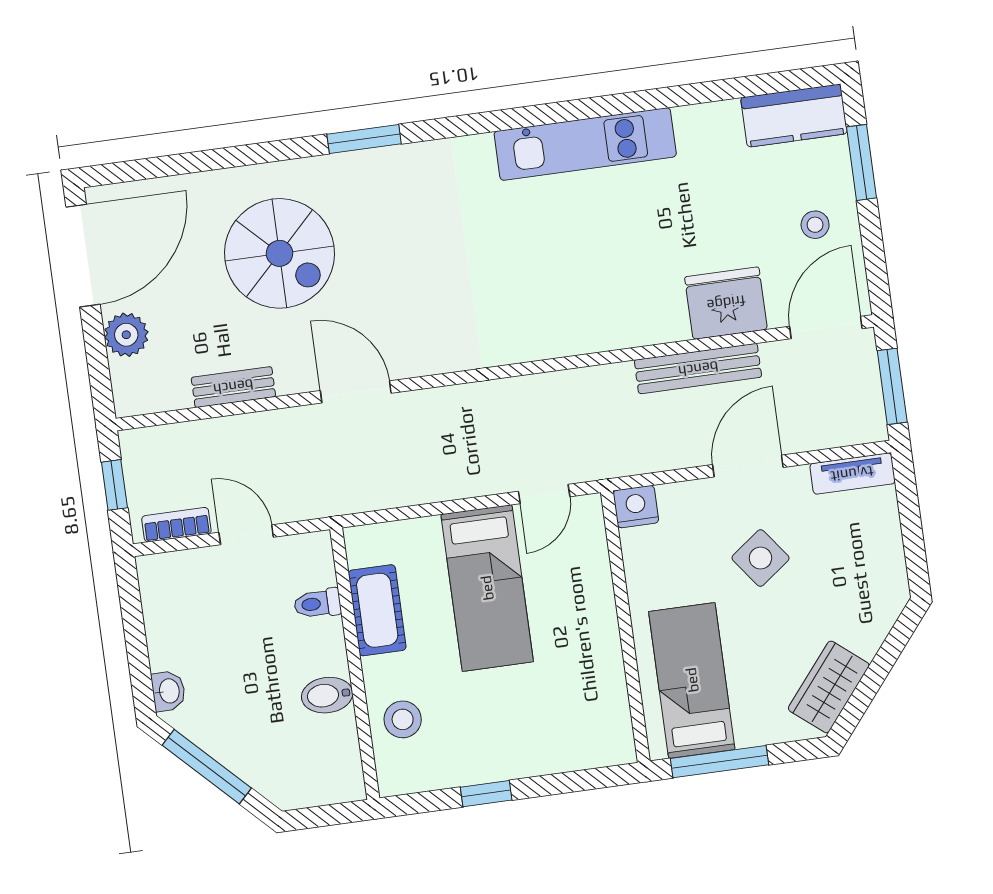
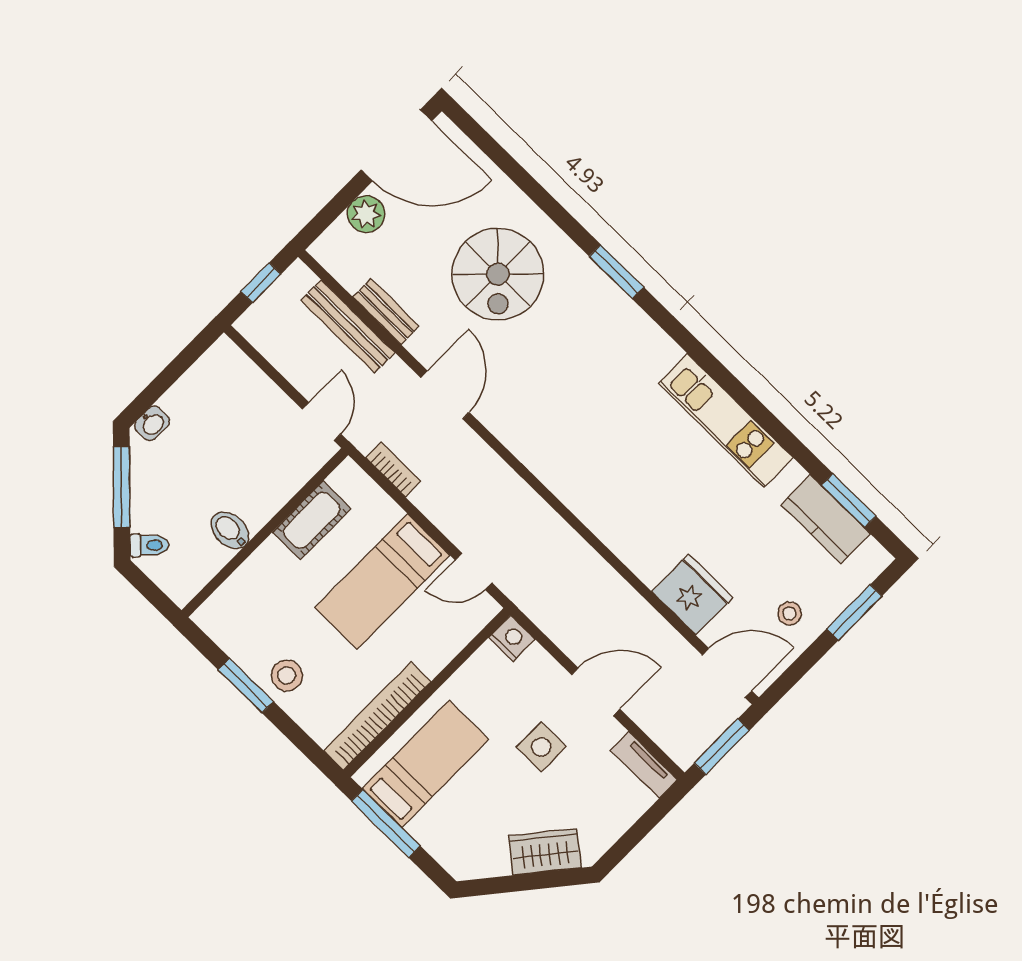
window: (751, 86) -> (849, 501), added
kitchen counter: (794, 116) -> (826, 519), moved
bench: (698, 369) -> (348, 326), moved
bookcase: (176, 525) -> (393, 470), moved
door: (246, 535) -> (322, 422), moved
side table: (760, 558) -> (541, 747), turned 37
toilet: (317, 604) -> (149, 545), moved, turned 135
wardrobe: (829, 687) -> (545, 852), moved
bookcase: (611, 691) -> (377, 716), added
stool: (403, 719) -> (287, 675), moved
window: (486, 794) -> (246, 686), width x1.50

